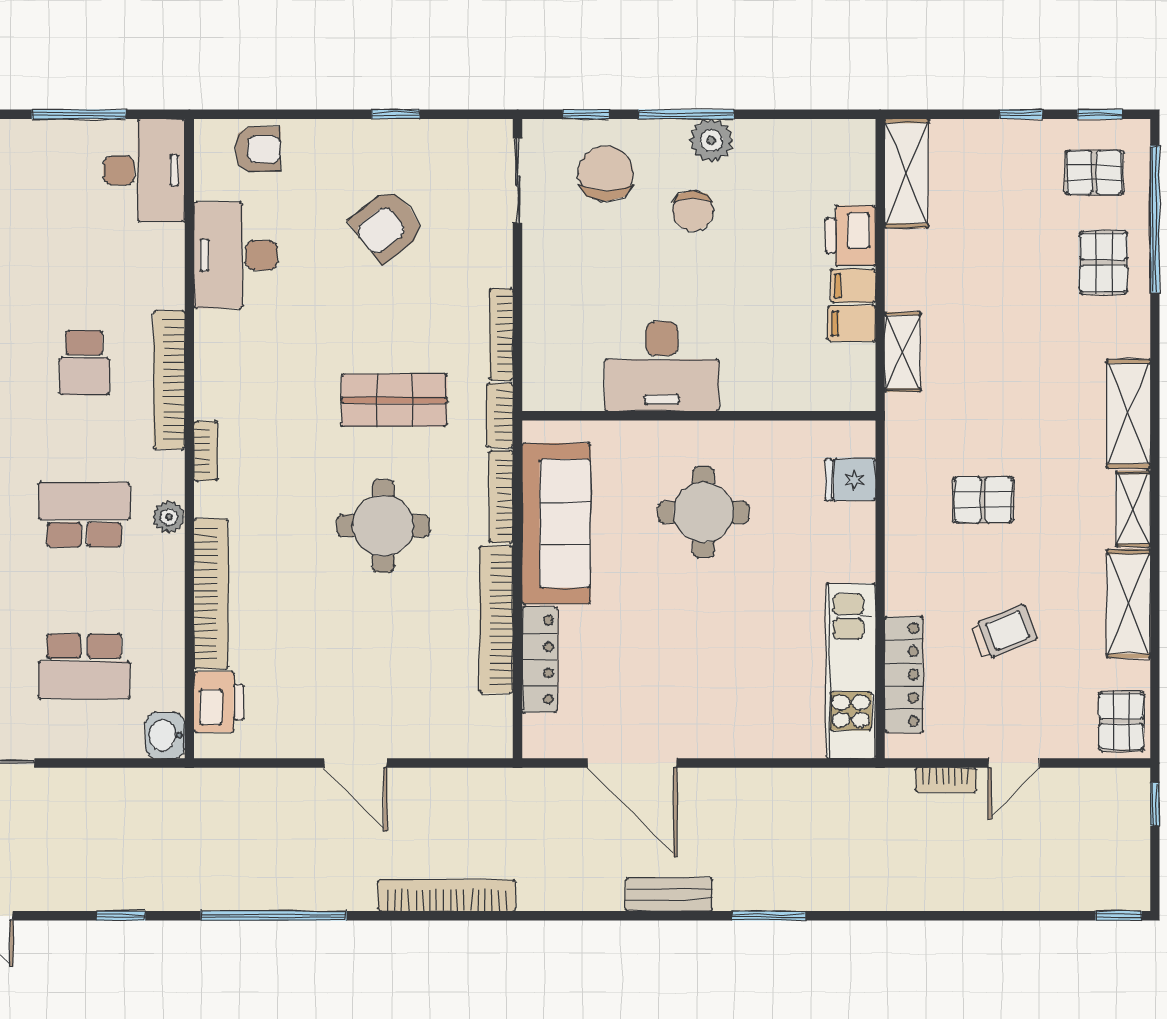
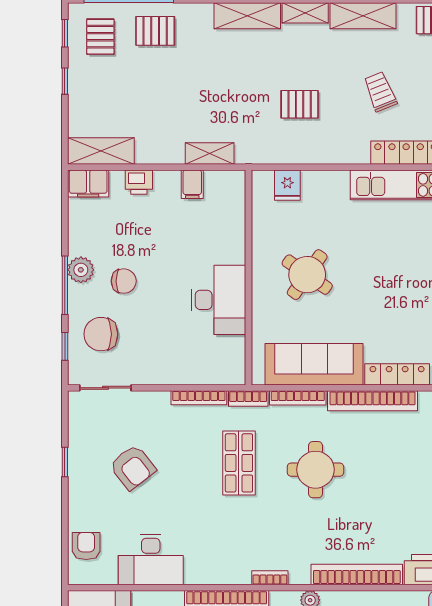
printer: (851, 236) -> (139, 182), width x0.73, depth x0.81
filing cabinet: (853, 286) -> (88, 183), moved, width x2.00
pallet: (983, 500) -> (300, 104), turned 90
round table: (704, 512) -> (307, 275), turned 35

